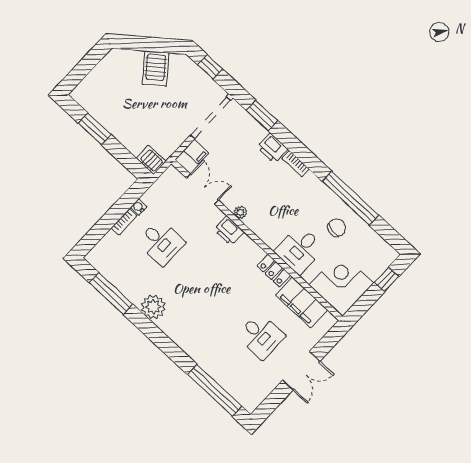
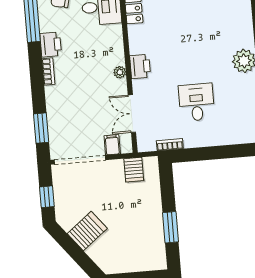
printer: (272, 148) -> (51, 45), moved
server rack: (151, 160) -> (134, 170), moved
water cooler: (139, 207) -> (190, 142), removed
bookcase: (124, 222) -> (170, 145), moved

